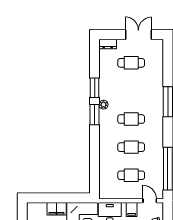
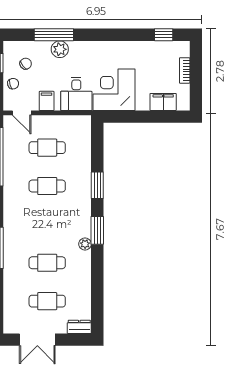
window: (95, 88) -> (97, 185), moved
cafe table: (131, 119) -> (47, 263), moved
filing cabinet: (57, 209) -> (163, 102), moved

